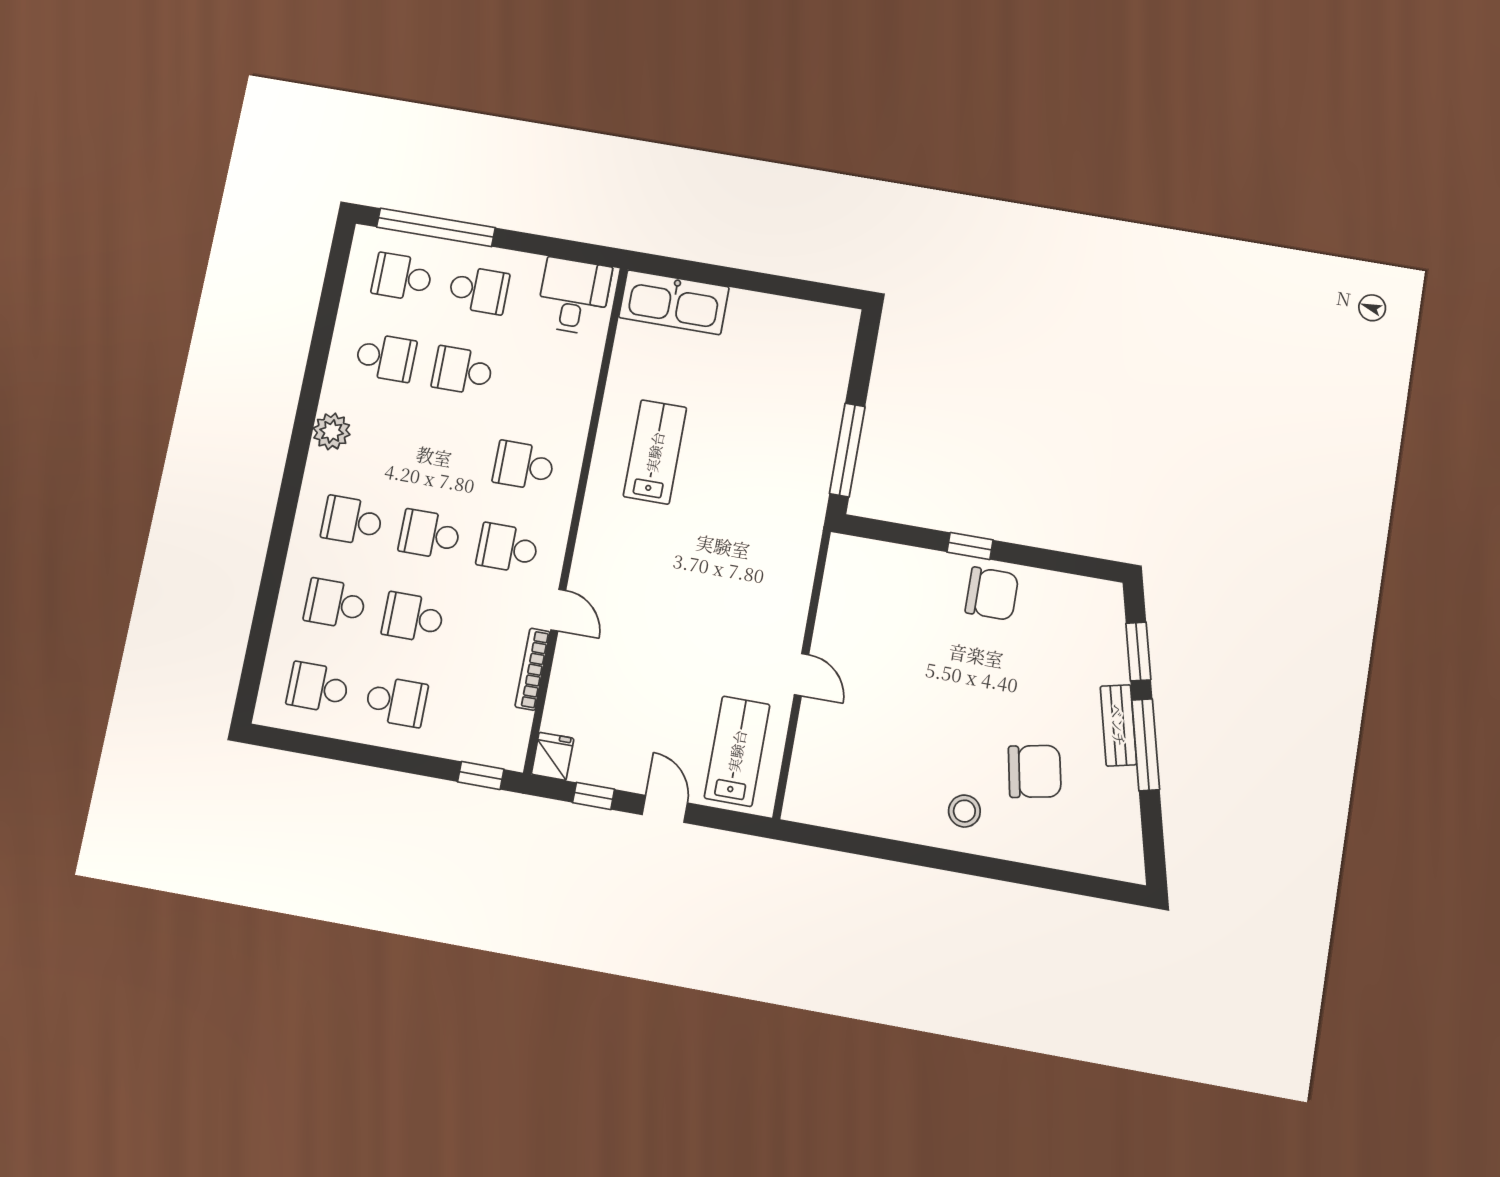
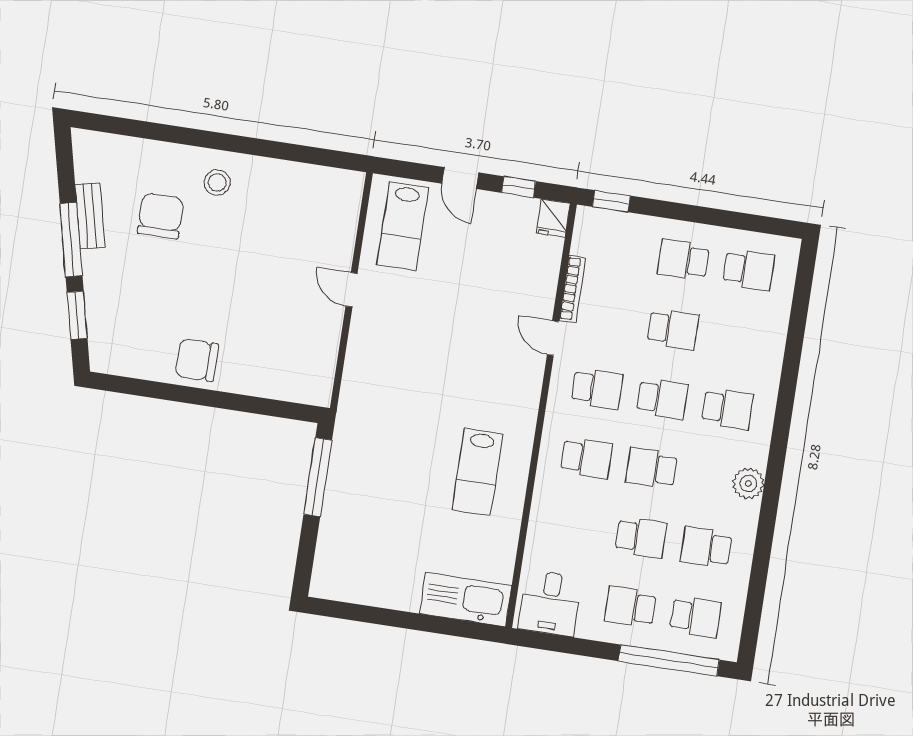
window: (970, 546) -> (215, 399), removed
school desk: (335, 604) -> (652, 468), moved, turned 180
bench: (1118, 725) -> (90, 216), moved
chair: (1035, 771) -> (161, 216), turned 101

